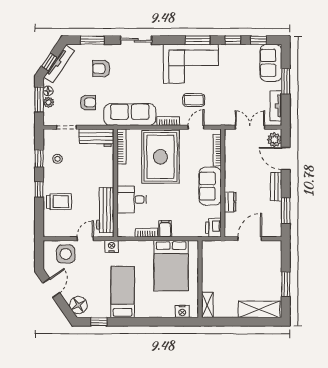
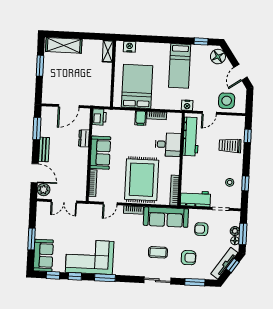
corner sofa: (191, 64) -> (90, 257), moved
coffee table: (194, 100) -> (158, 252), moved
tv unit: (276, 106) -> (41, 218), removed
window: (39, 189) -> (248, 136), moved

